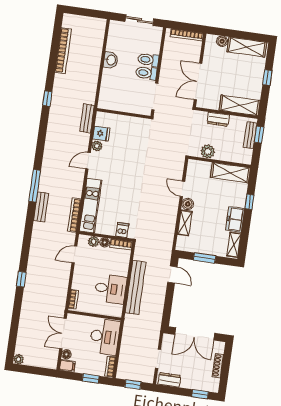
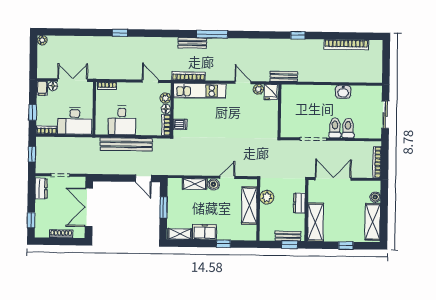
wall: (124, 113) -> (279, 111), moved
shelving: (230, 173) -> (249, 206), moved
door: (172, 275) -> (143, 178), hinge flipped

